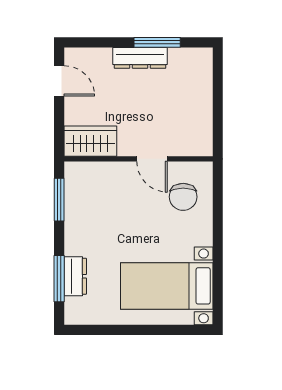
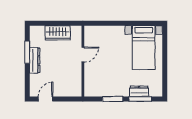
wardrobe: (90, 141) -> (58, 33), moved, turned -90
chair: (183, 197) -> (101, 40), removed
window: (59, 200) -> (113, 99), moved

